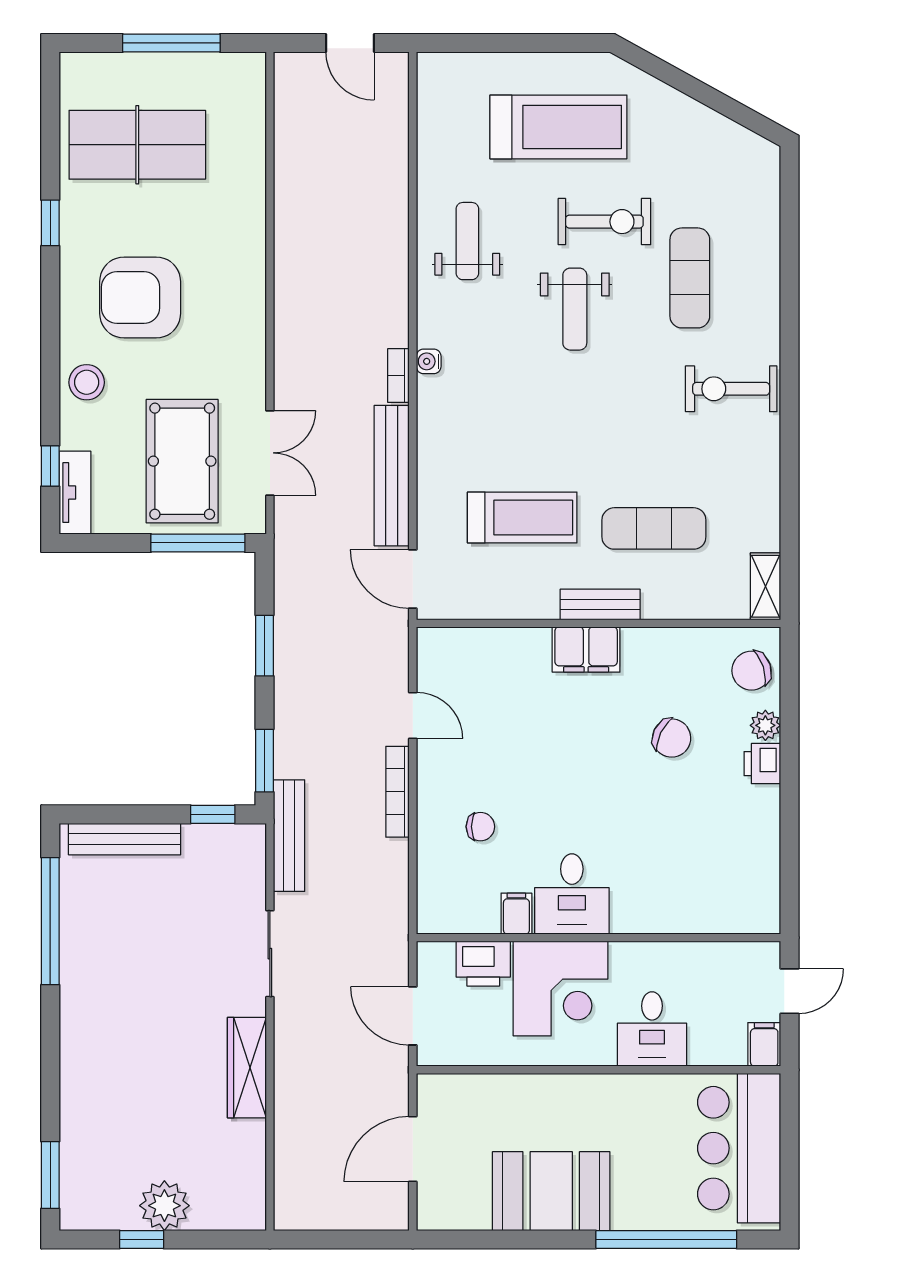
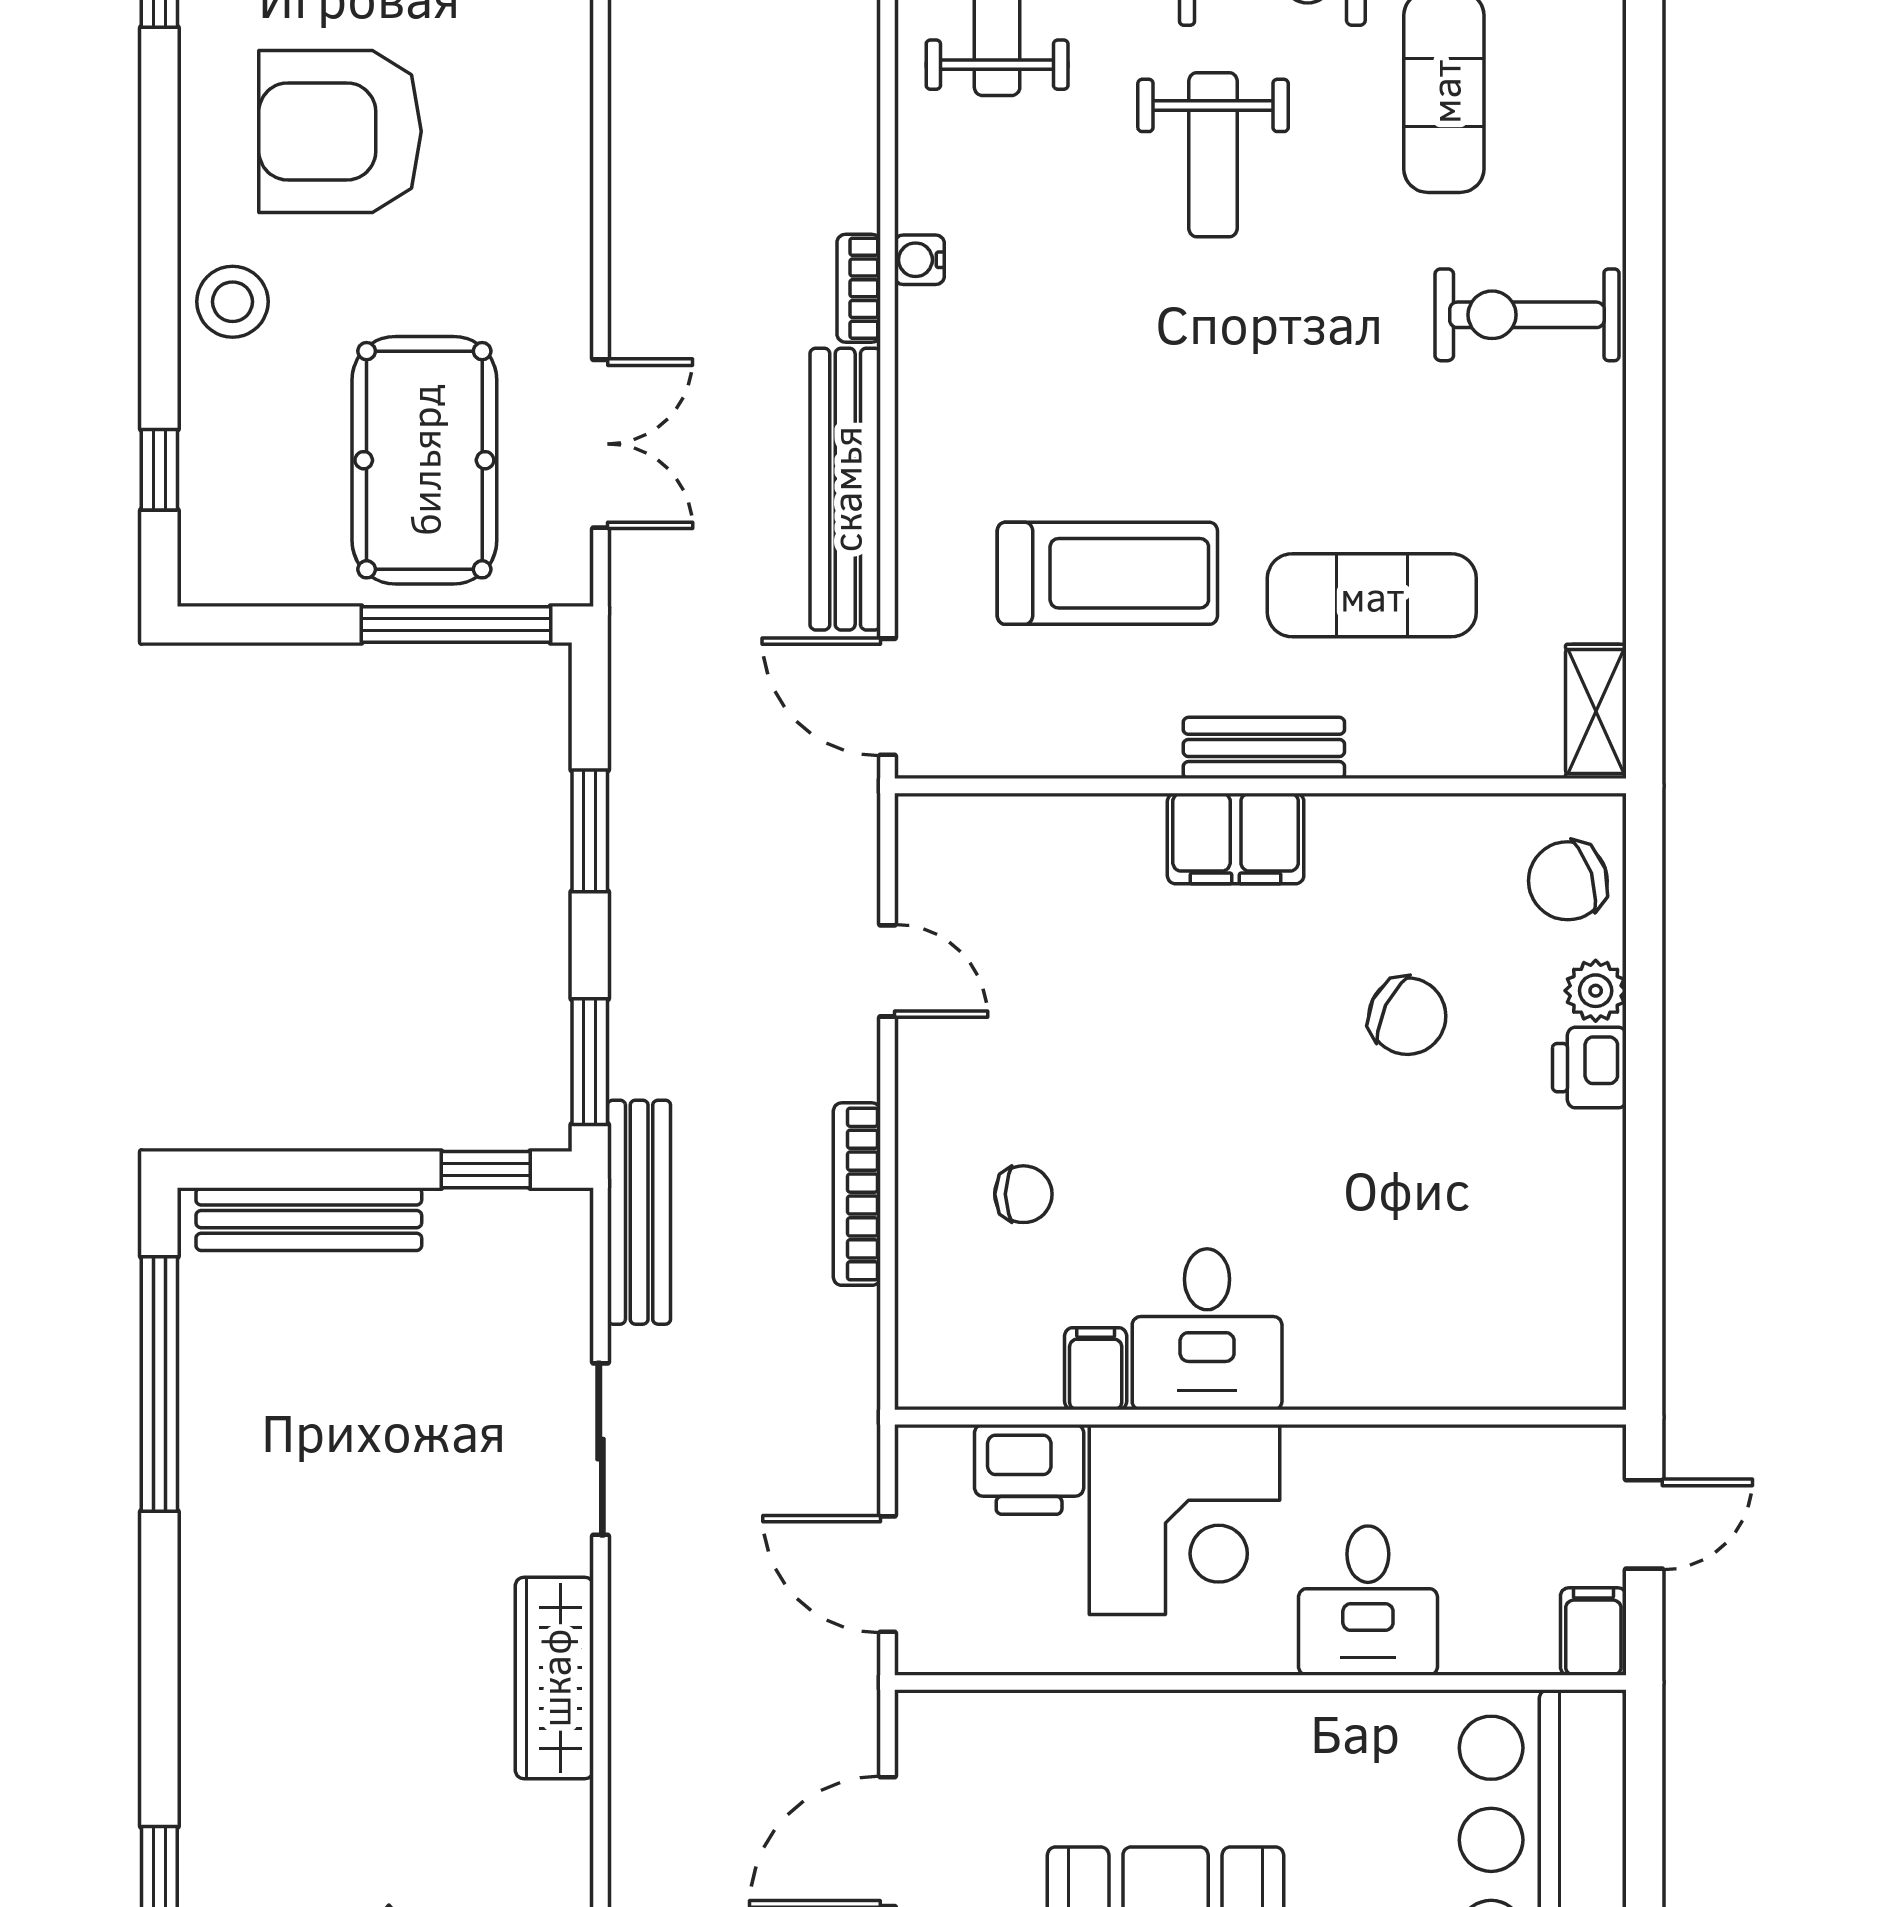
tv unit: (75, 493) -> (209, 523), removed
bookcase: (398, 792) -> (857, 1194), moved

